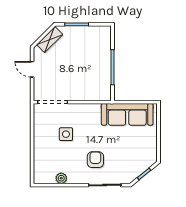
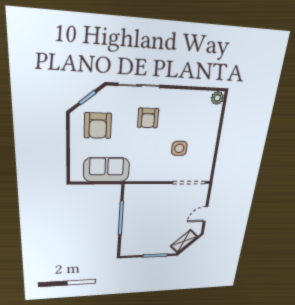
door: (32, 69) -> (206, 214), swing flipped
sofa: (127, 114) -> (106, 170), width x0.73
armchair: (135, 152) -> (98, 126), added
plant: (61, 178) -> (217, 98), moved

